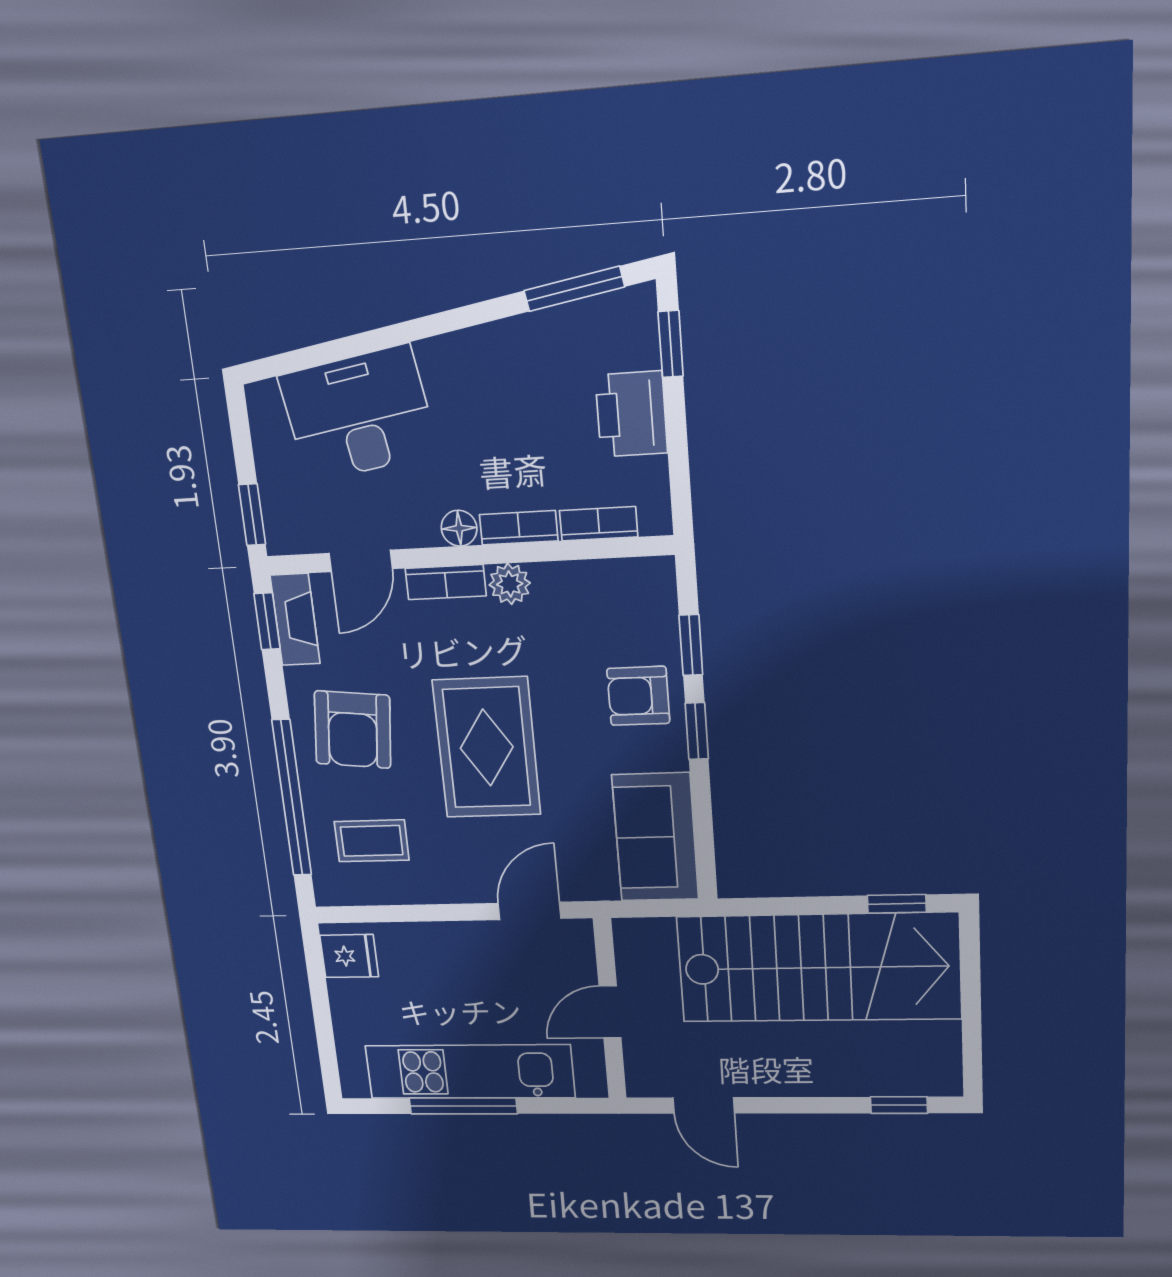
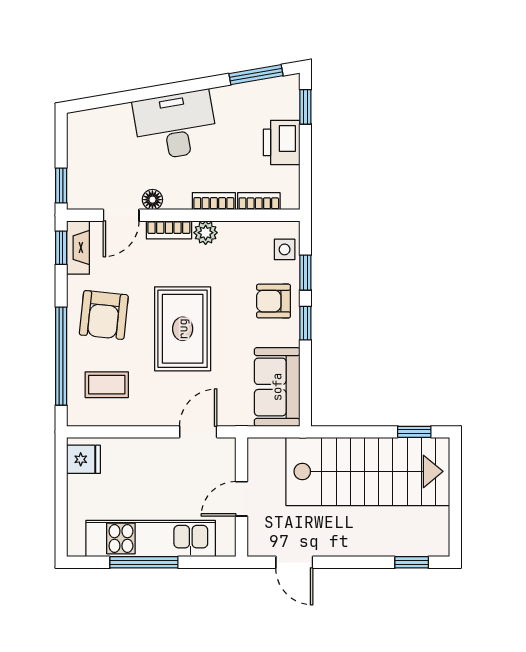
desk: (358, 414) -> (175, 125), moved
floor lamp: (459, 528) -> (152, 200), moved
side table: (651, 606) -> (285, 249), added

